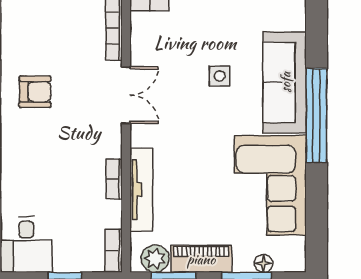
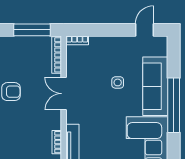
double door: (126, 95) -> (64, 94), swing flipped

